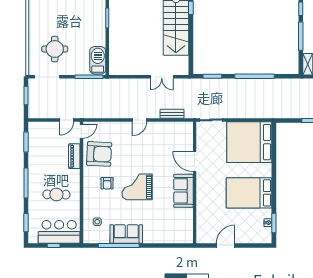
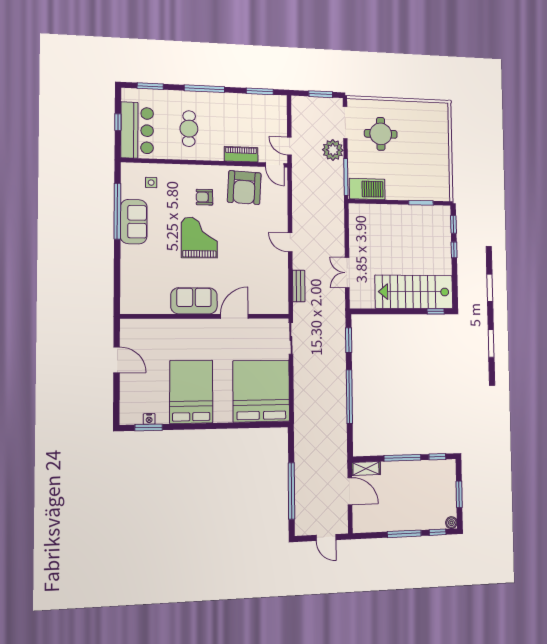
plant: (69, 87) -> (333, 150), added

